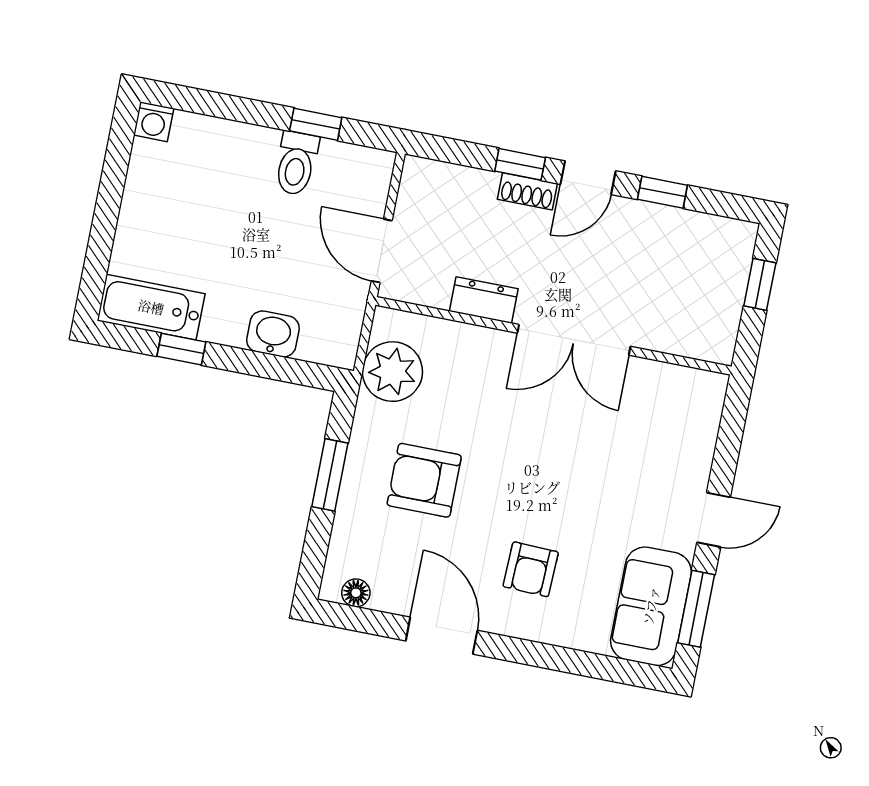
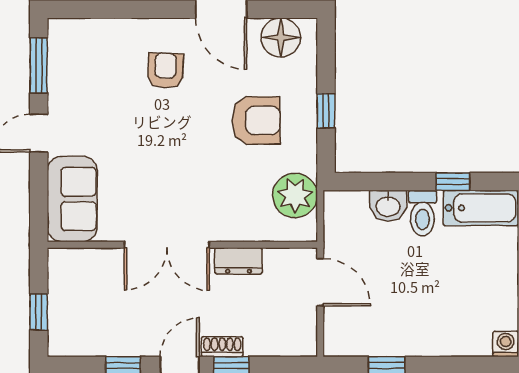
toilet: (296, 163) -> (423, 213), moved, turned 180
double door: (574, 340) -> (167, 245), swing flipped
window: (330, 475) -> (326, 111), width x0.67
floor lamp: (356, 593) -> (281, 38), width x1.89, depth x1.89
sofa: (651, 606) -> (72, 199), moved

